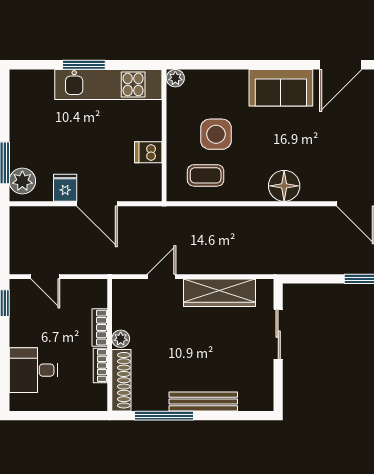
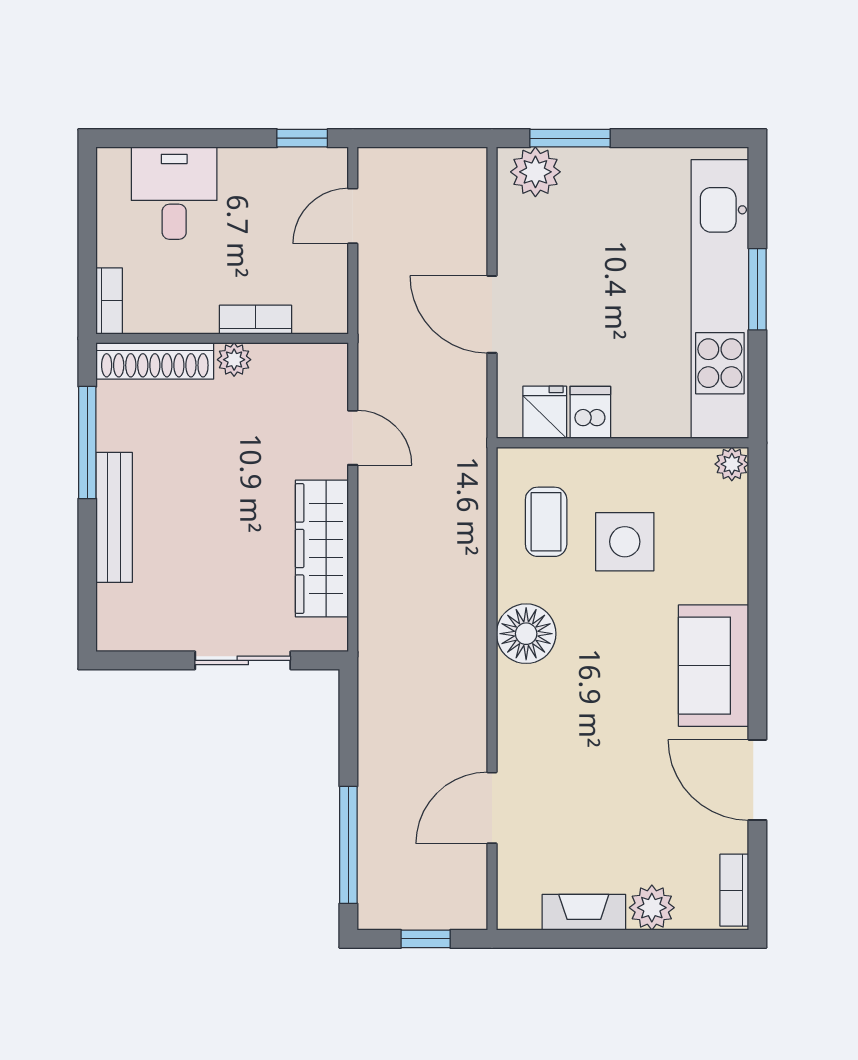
kitchen unit: (108, 84) -> (720, 299), width x1.36
floor lamp: (284, 186) -> (526, 634), moved
fridge: (65, 188) -> (545, 412), moved, turned -90
door: (97, 204) -> (492, 314), hinge flipped
bookcase: (100, 366) -> (109, 301), moved, turned 90

